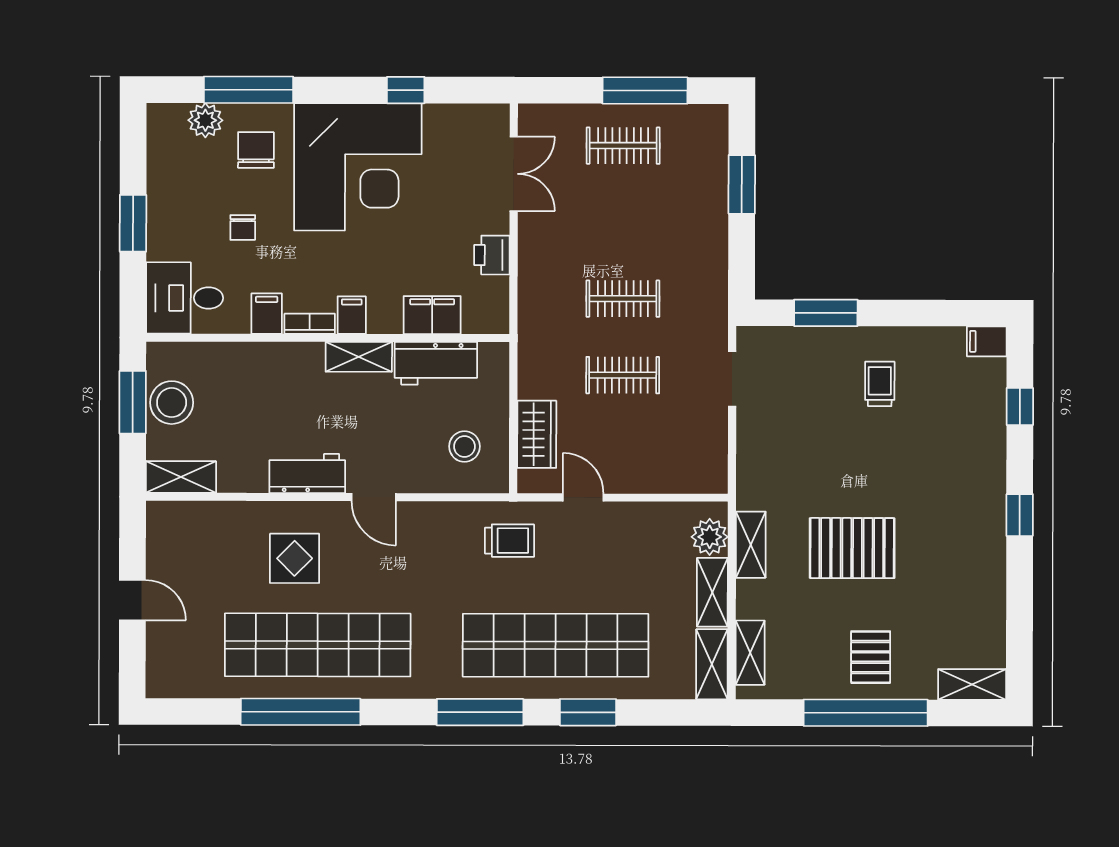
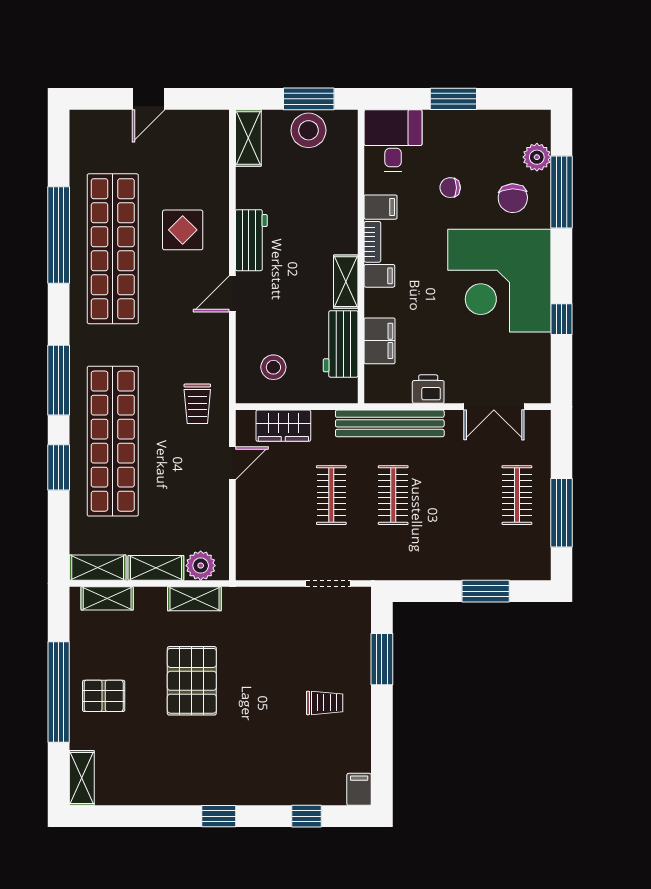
chair: (256, 150) -> (513, 198), turned 88
bench: (534, 303) -> (390, 423), added

